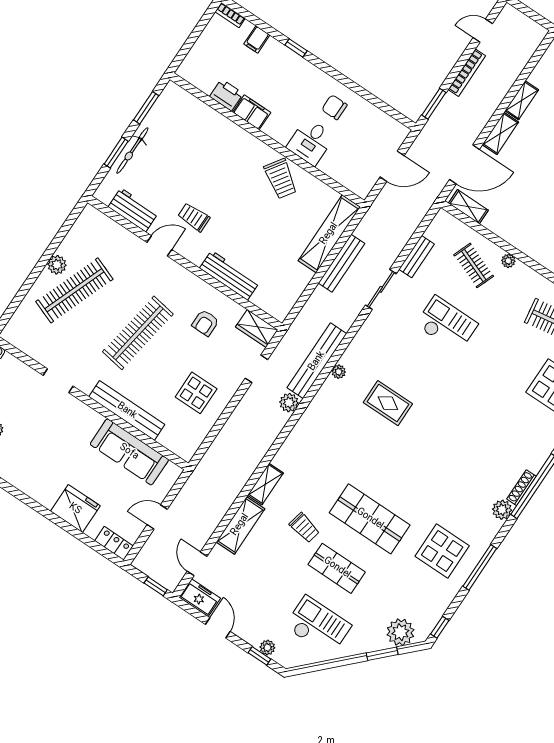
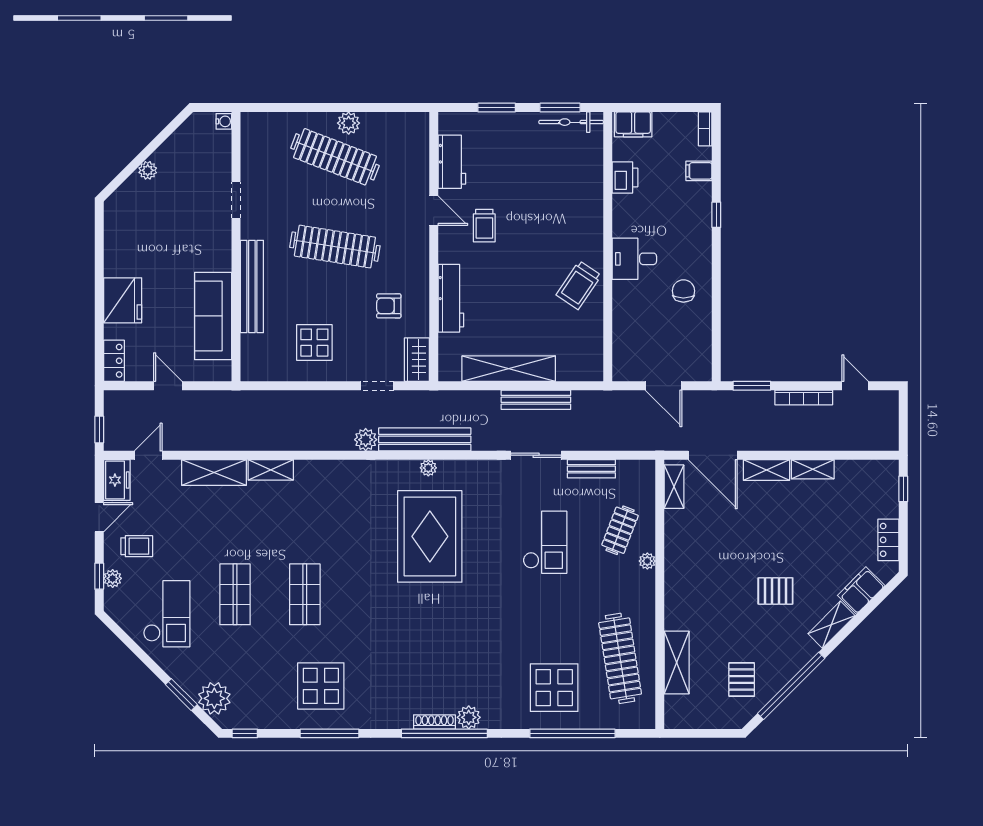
filing cabinet: (252, 112) -> (633, 124), moved, turned 90
desk: (310, 142) -> (634, 259), moved
bicycle: (132, 151) -> (571, 122), moved
trolley: (194, 217) -> (484, 226), turned 180
shelving: (329, 234) -> (509, 369), moved
rug: (388, 403) -> (430, 536), width x1.86, depth x2.06
plant: (502, 510) -> (469, 717), moved
shop shelf: (370, 519) -> (305, 594), width x0.70, depth x0.74
trolley: (304, 528) -> (137, 546), moved, turned -102

